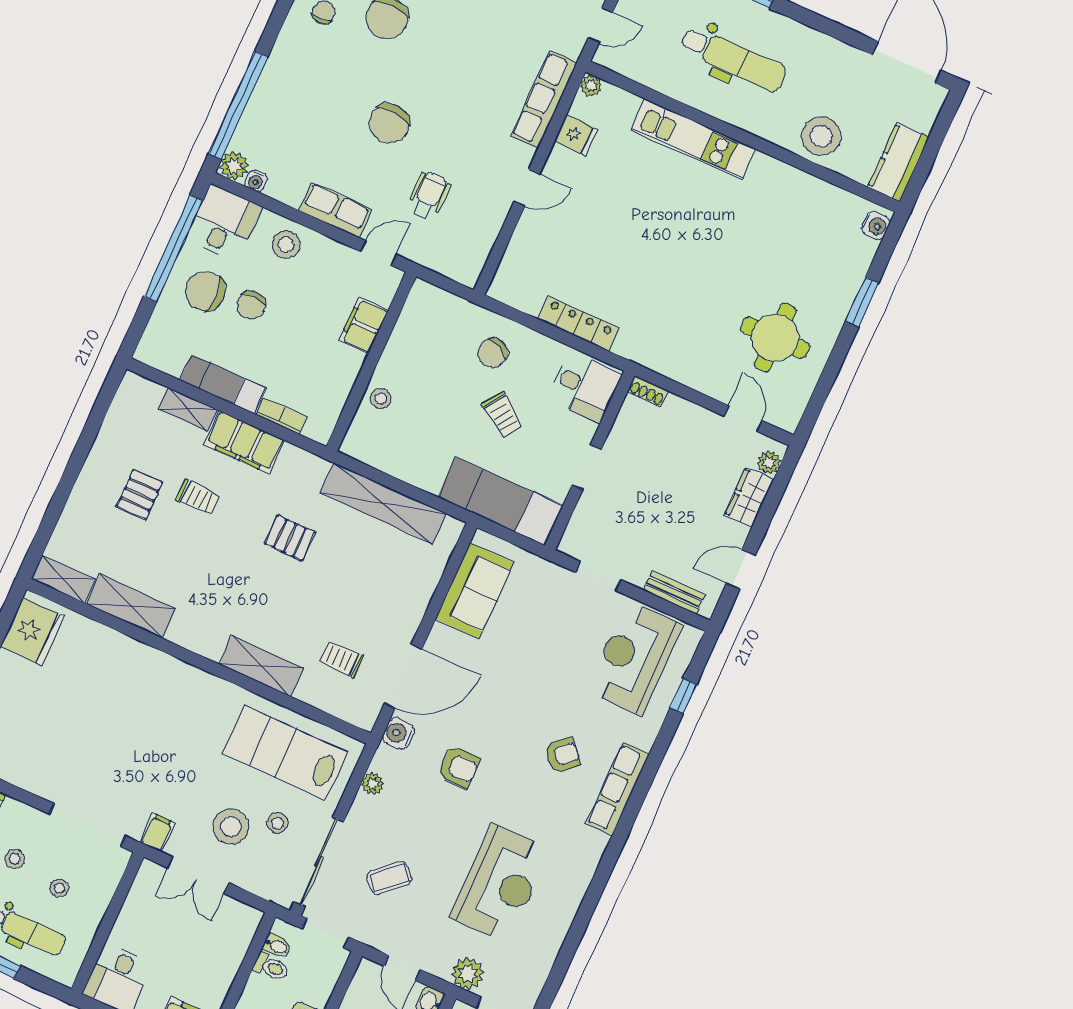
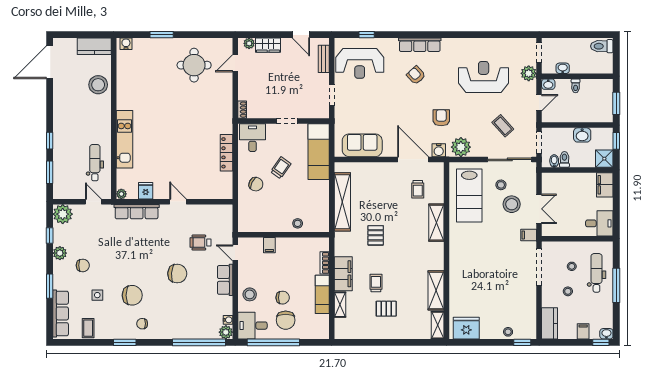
dental chair: (734, 59) -> (95, 163), moved, width x0.73, depth x0.72
filing cabinet: (364, 326) -> (269, 245), width x0.50
plant: (372, 784) -> (461, 147), width x1.87, depth x1.87

